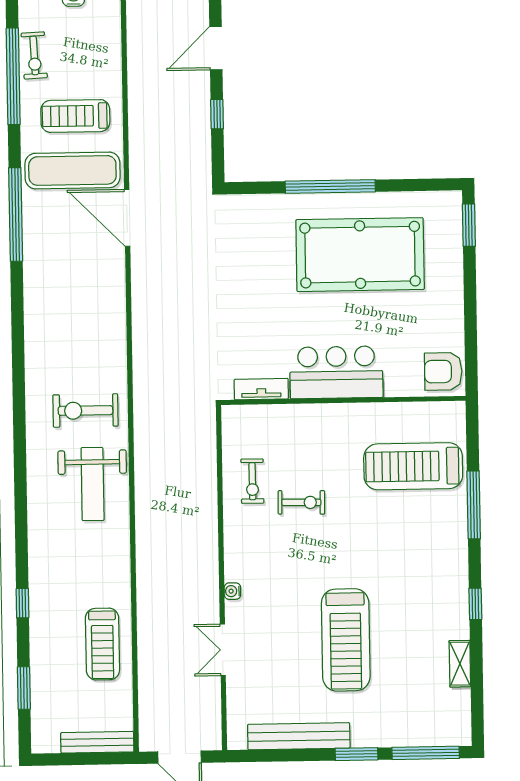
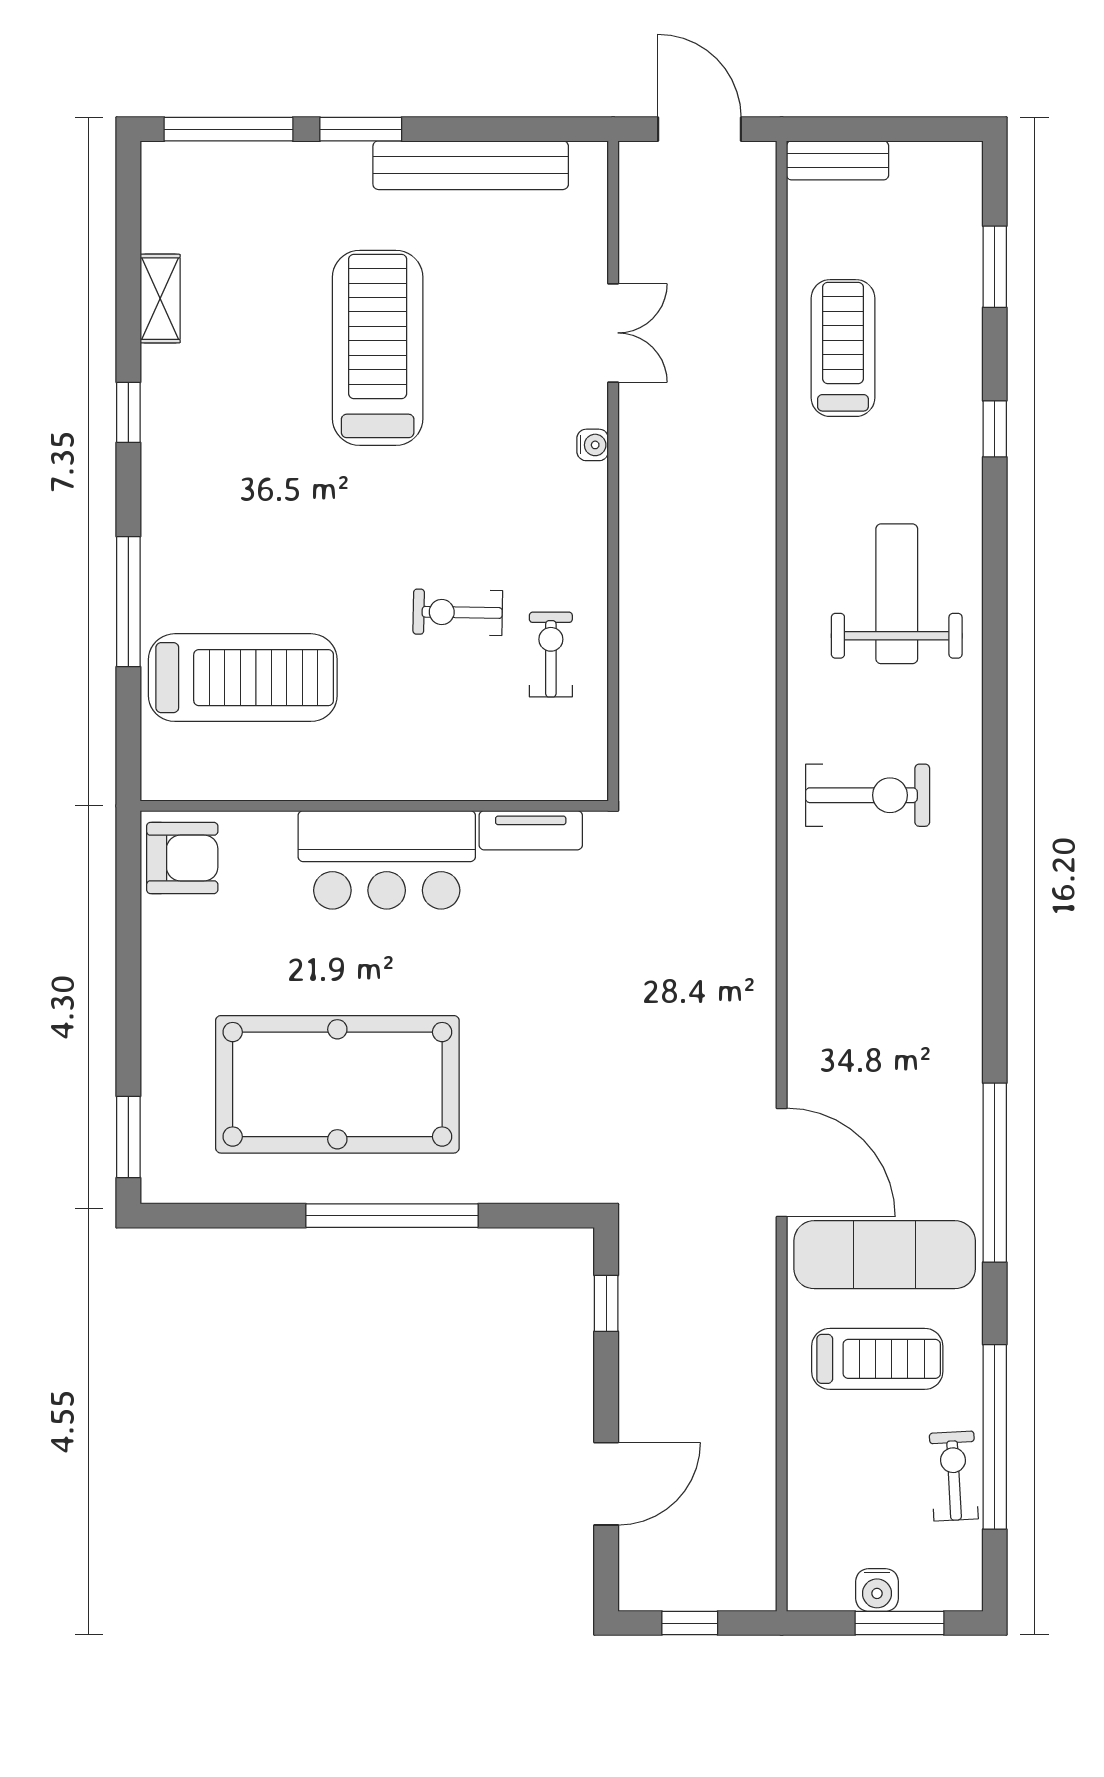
window: (217, 114) -> (606, 1303), moved
weight bench: (93, 484) -> (897, 594), moved
bench: (97, 742) -> (838, 160), width x0.73

